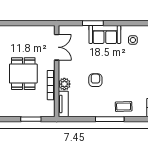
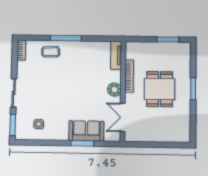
sofa: (105, 35) -> (86, 131), moved
armchair: (95, 80) -> (81, 81), removed
plant: (64, 84) -> (114, 90), moved
window: (31, 119) -> (168, 40), moved

